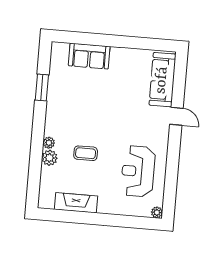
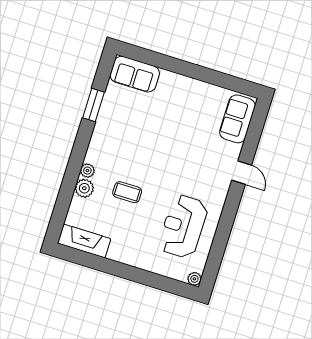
sofa: (89, 56) -> (135, 74), moved
sofa: (162, 80) -> (237, 119), width x0.73
fireplace: (76, 203) -> (84, 241), moved

